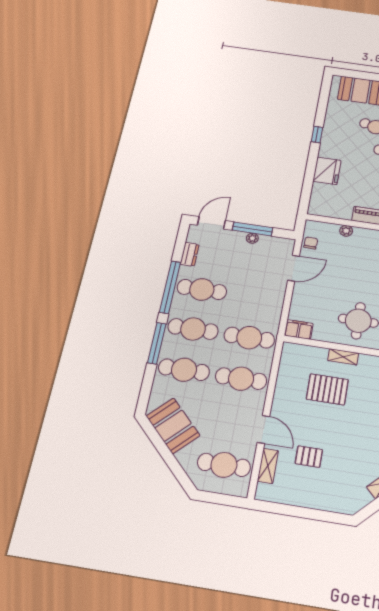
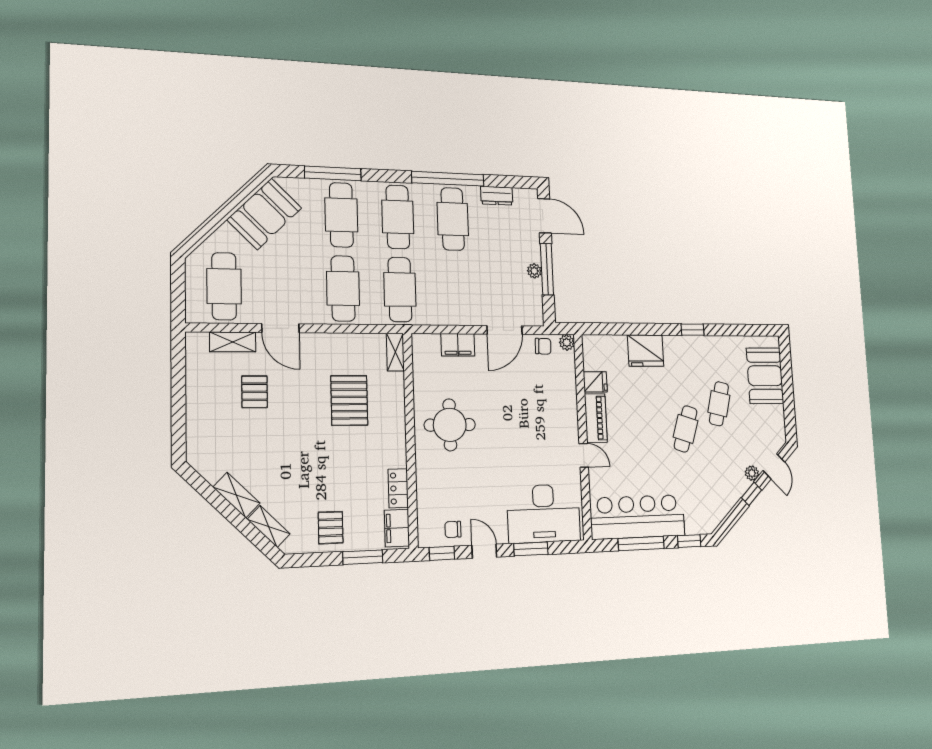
fridge: (344, 211) -> (595, 382), added
plant: (346, 231) -> (567, 342), moved
door: (294, 268) -> (505, 330), hinge flipped
filing cabinet: (299, 330) -> (458, 345), moved, turned 90
window: (157, 343) -> (333, 173), moved
shelving: (343, 357) -> (395, 352), moved
door: (263, 429) -> (280, 328), hinge flipped

